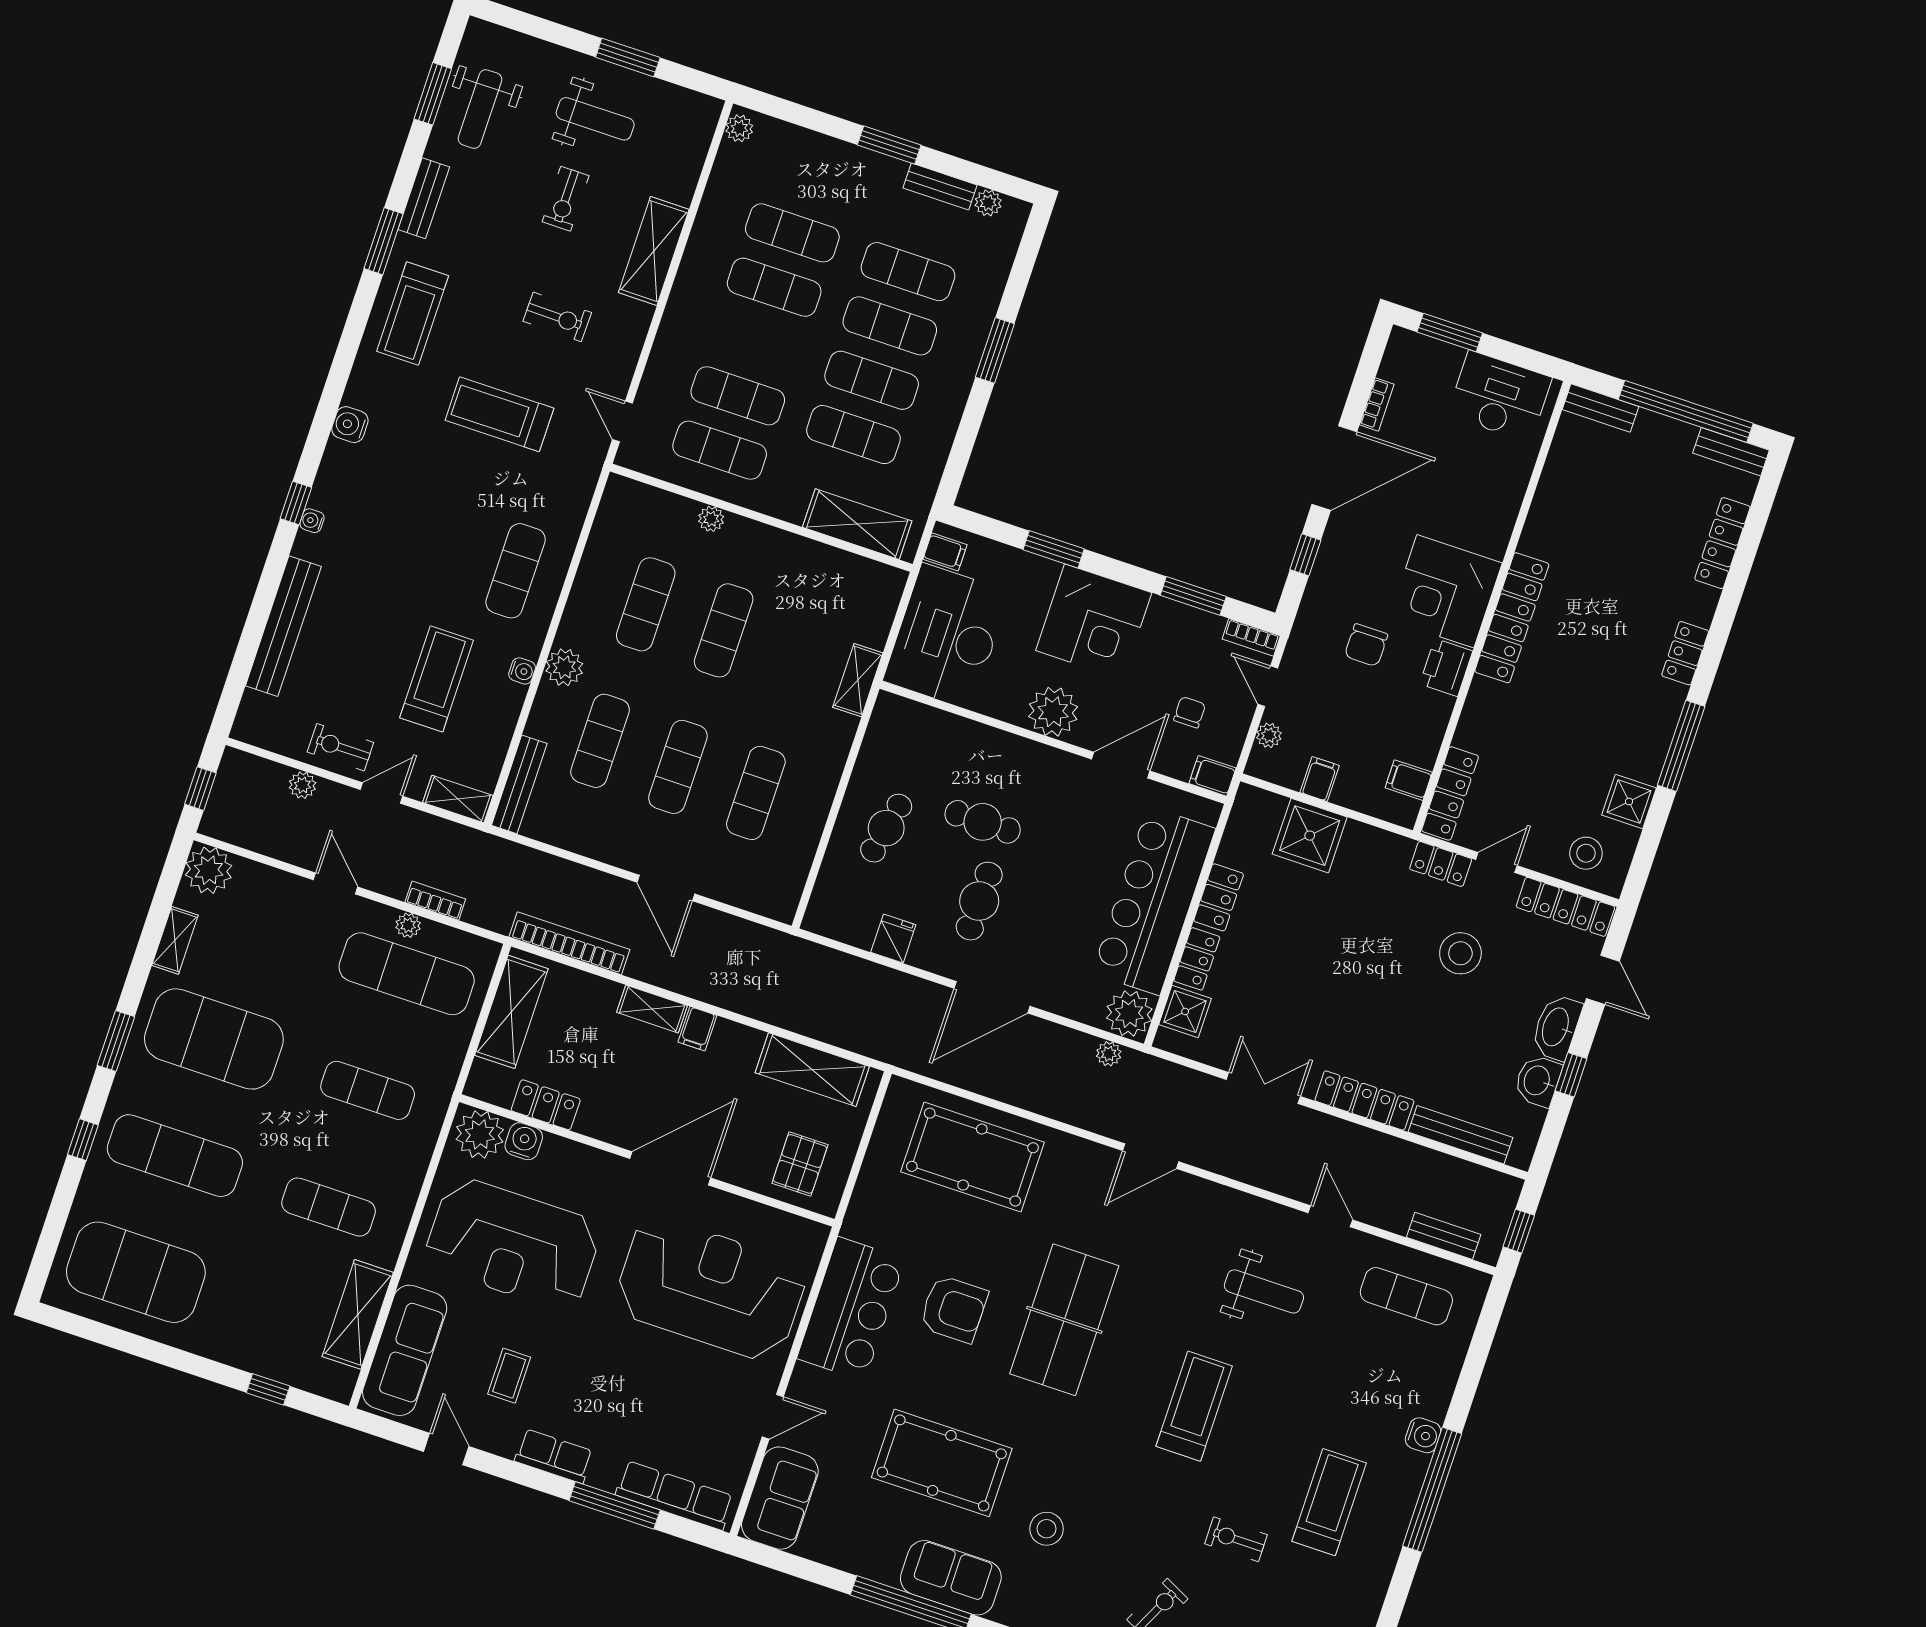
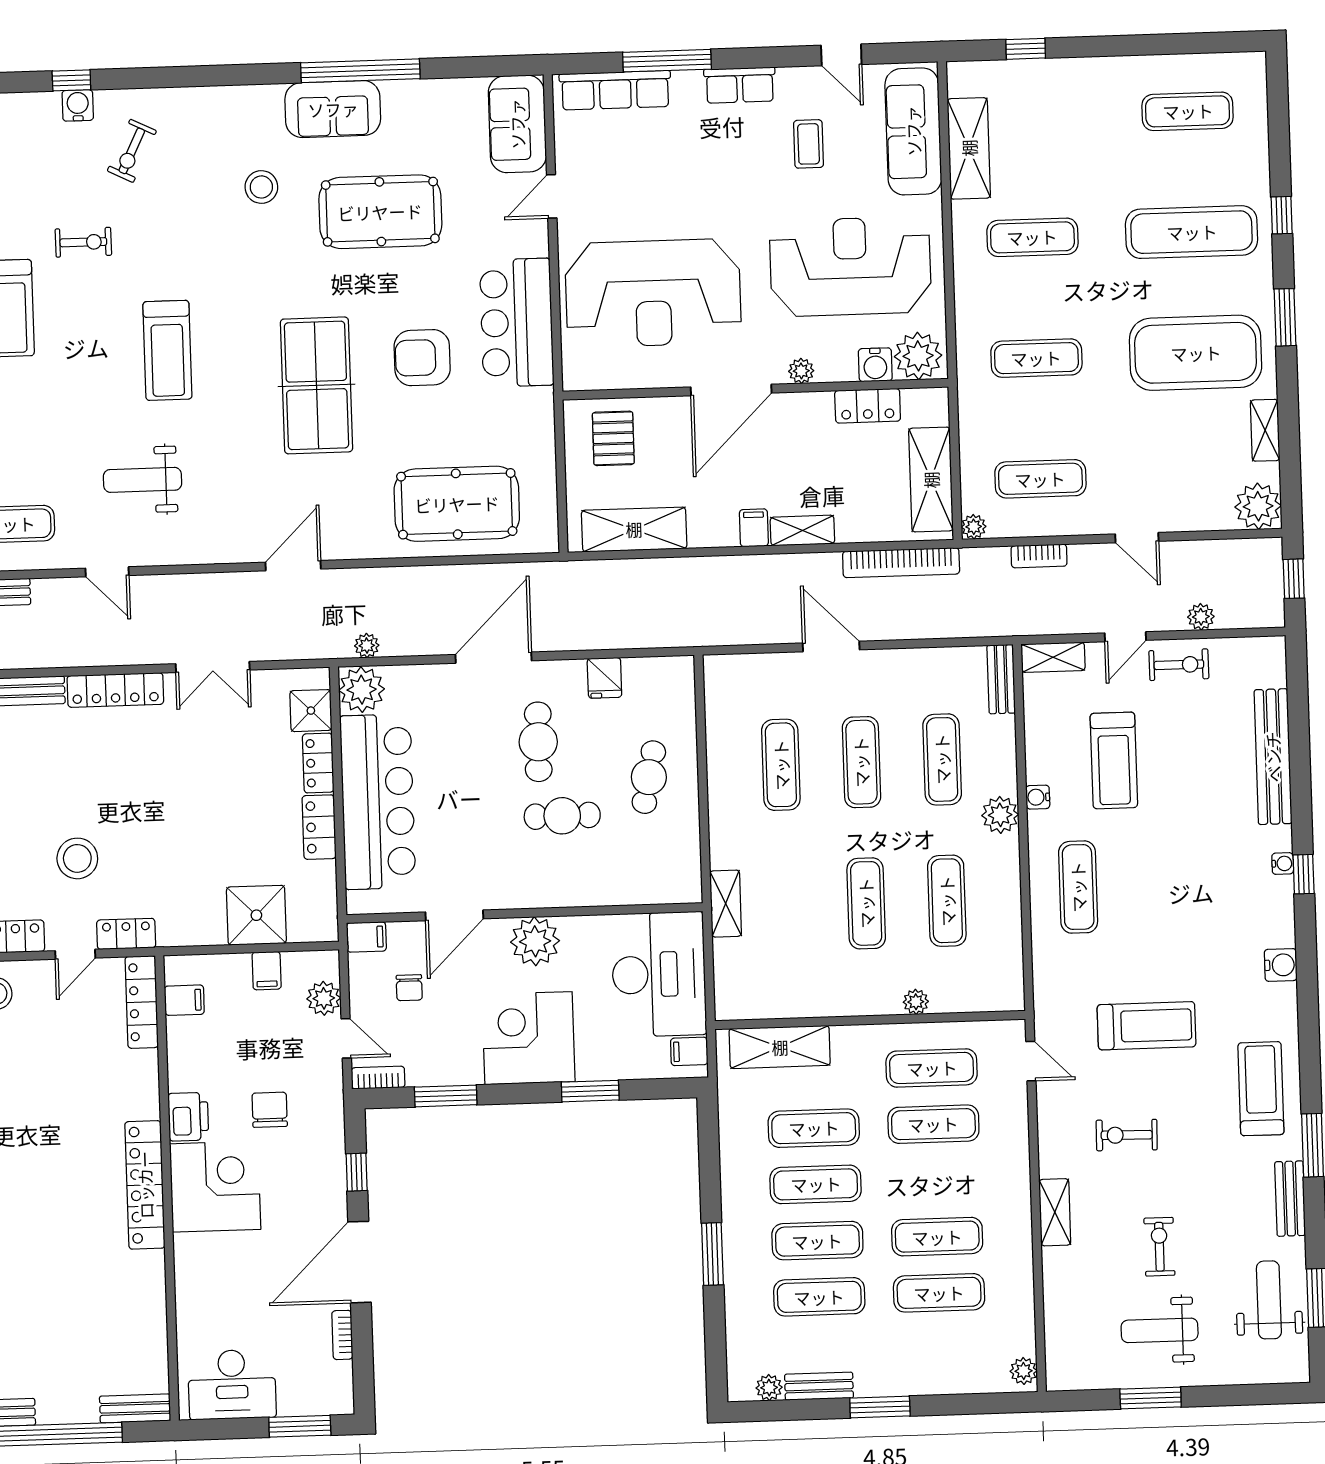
shelving: (654, 251) -> (1055, 1212), width x0.67, depth x0.75
plant: (1269, 735) -> (324, 998), width x1.38, depth x1.38
bench: (519, 784) -> (1001, 679), width x0.73
plant: (408, 925) -> (974, 527), moved
exercise mat: (407, 974) -> (1040, 479), width x0.73, depth x0.69
plant: (597, 1162) -> (801, 371), added
exercise mat: (136, 1272) -> (1188, 111), width x0.50, depth x0.69

